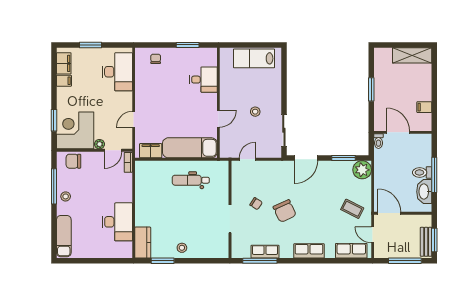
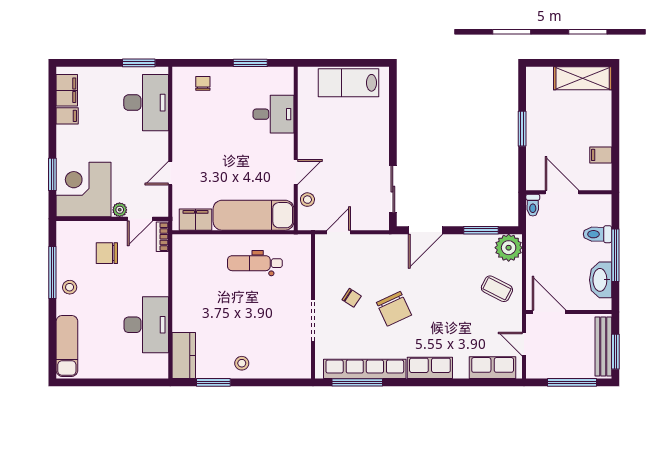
window: (90, 45) -> (139, 63), moved
stool: (255, 112) -> (307, 200), moved
chair: (73, 161) -> (107, 253), moved
toilet: (422, 172) -> (597, 234), moved
coffee table: (352, 209) -> (497, 289), moved
bench: (426, 242) -> (603, 346), width x1.36
row of seats: (265, 252) -> (365, 369), width x2.02

